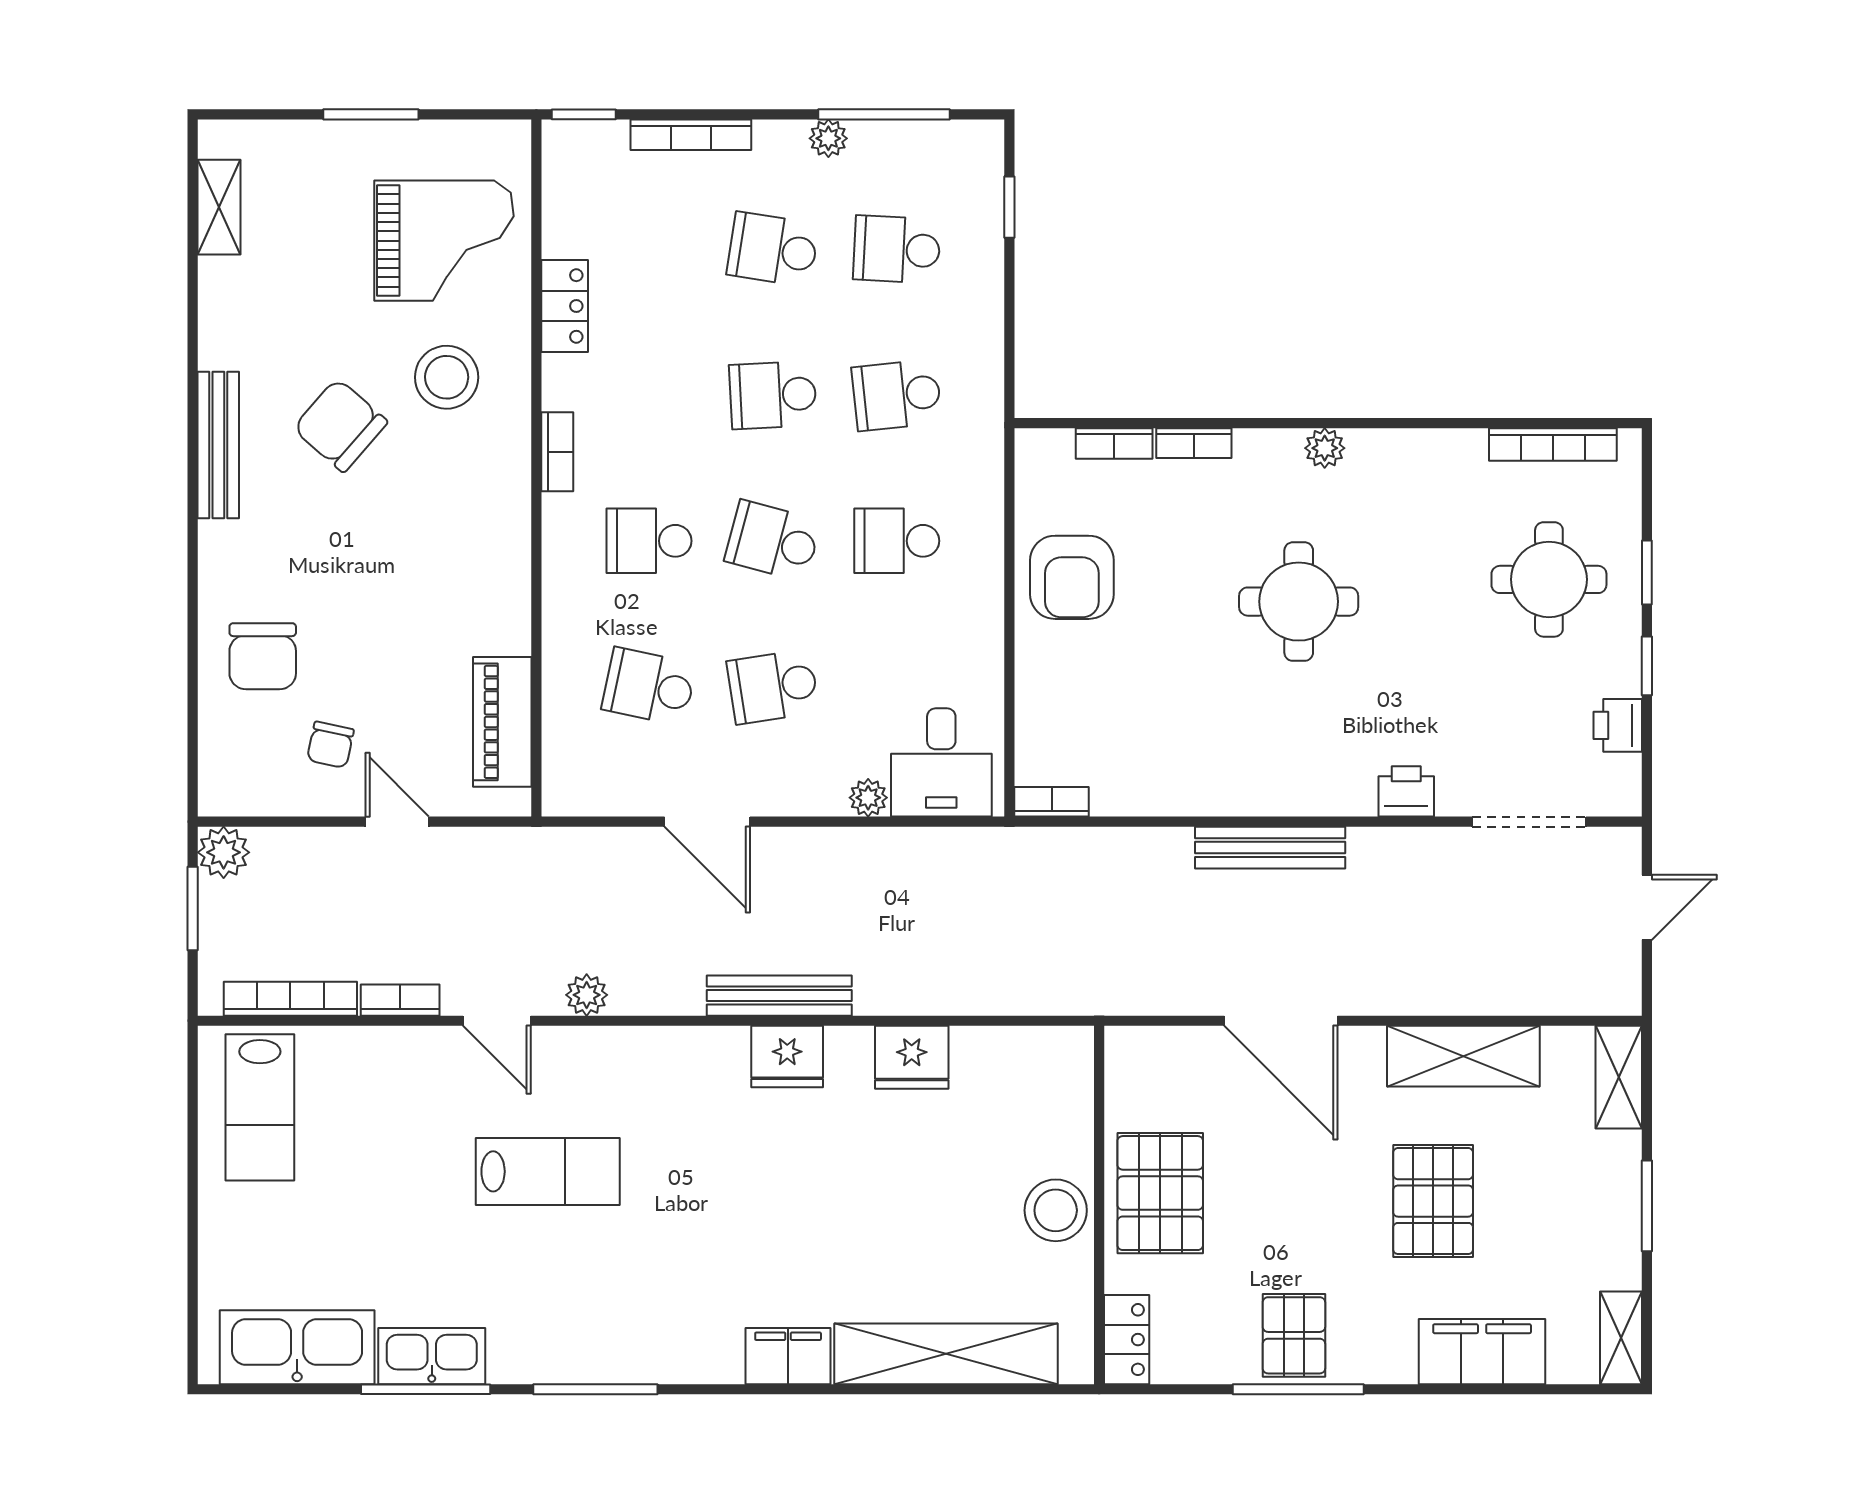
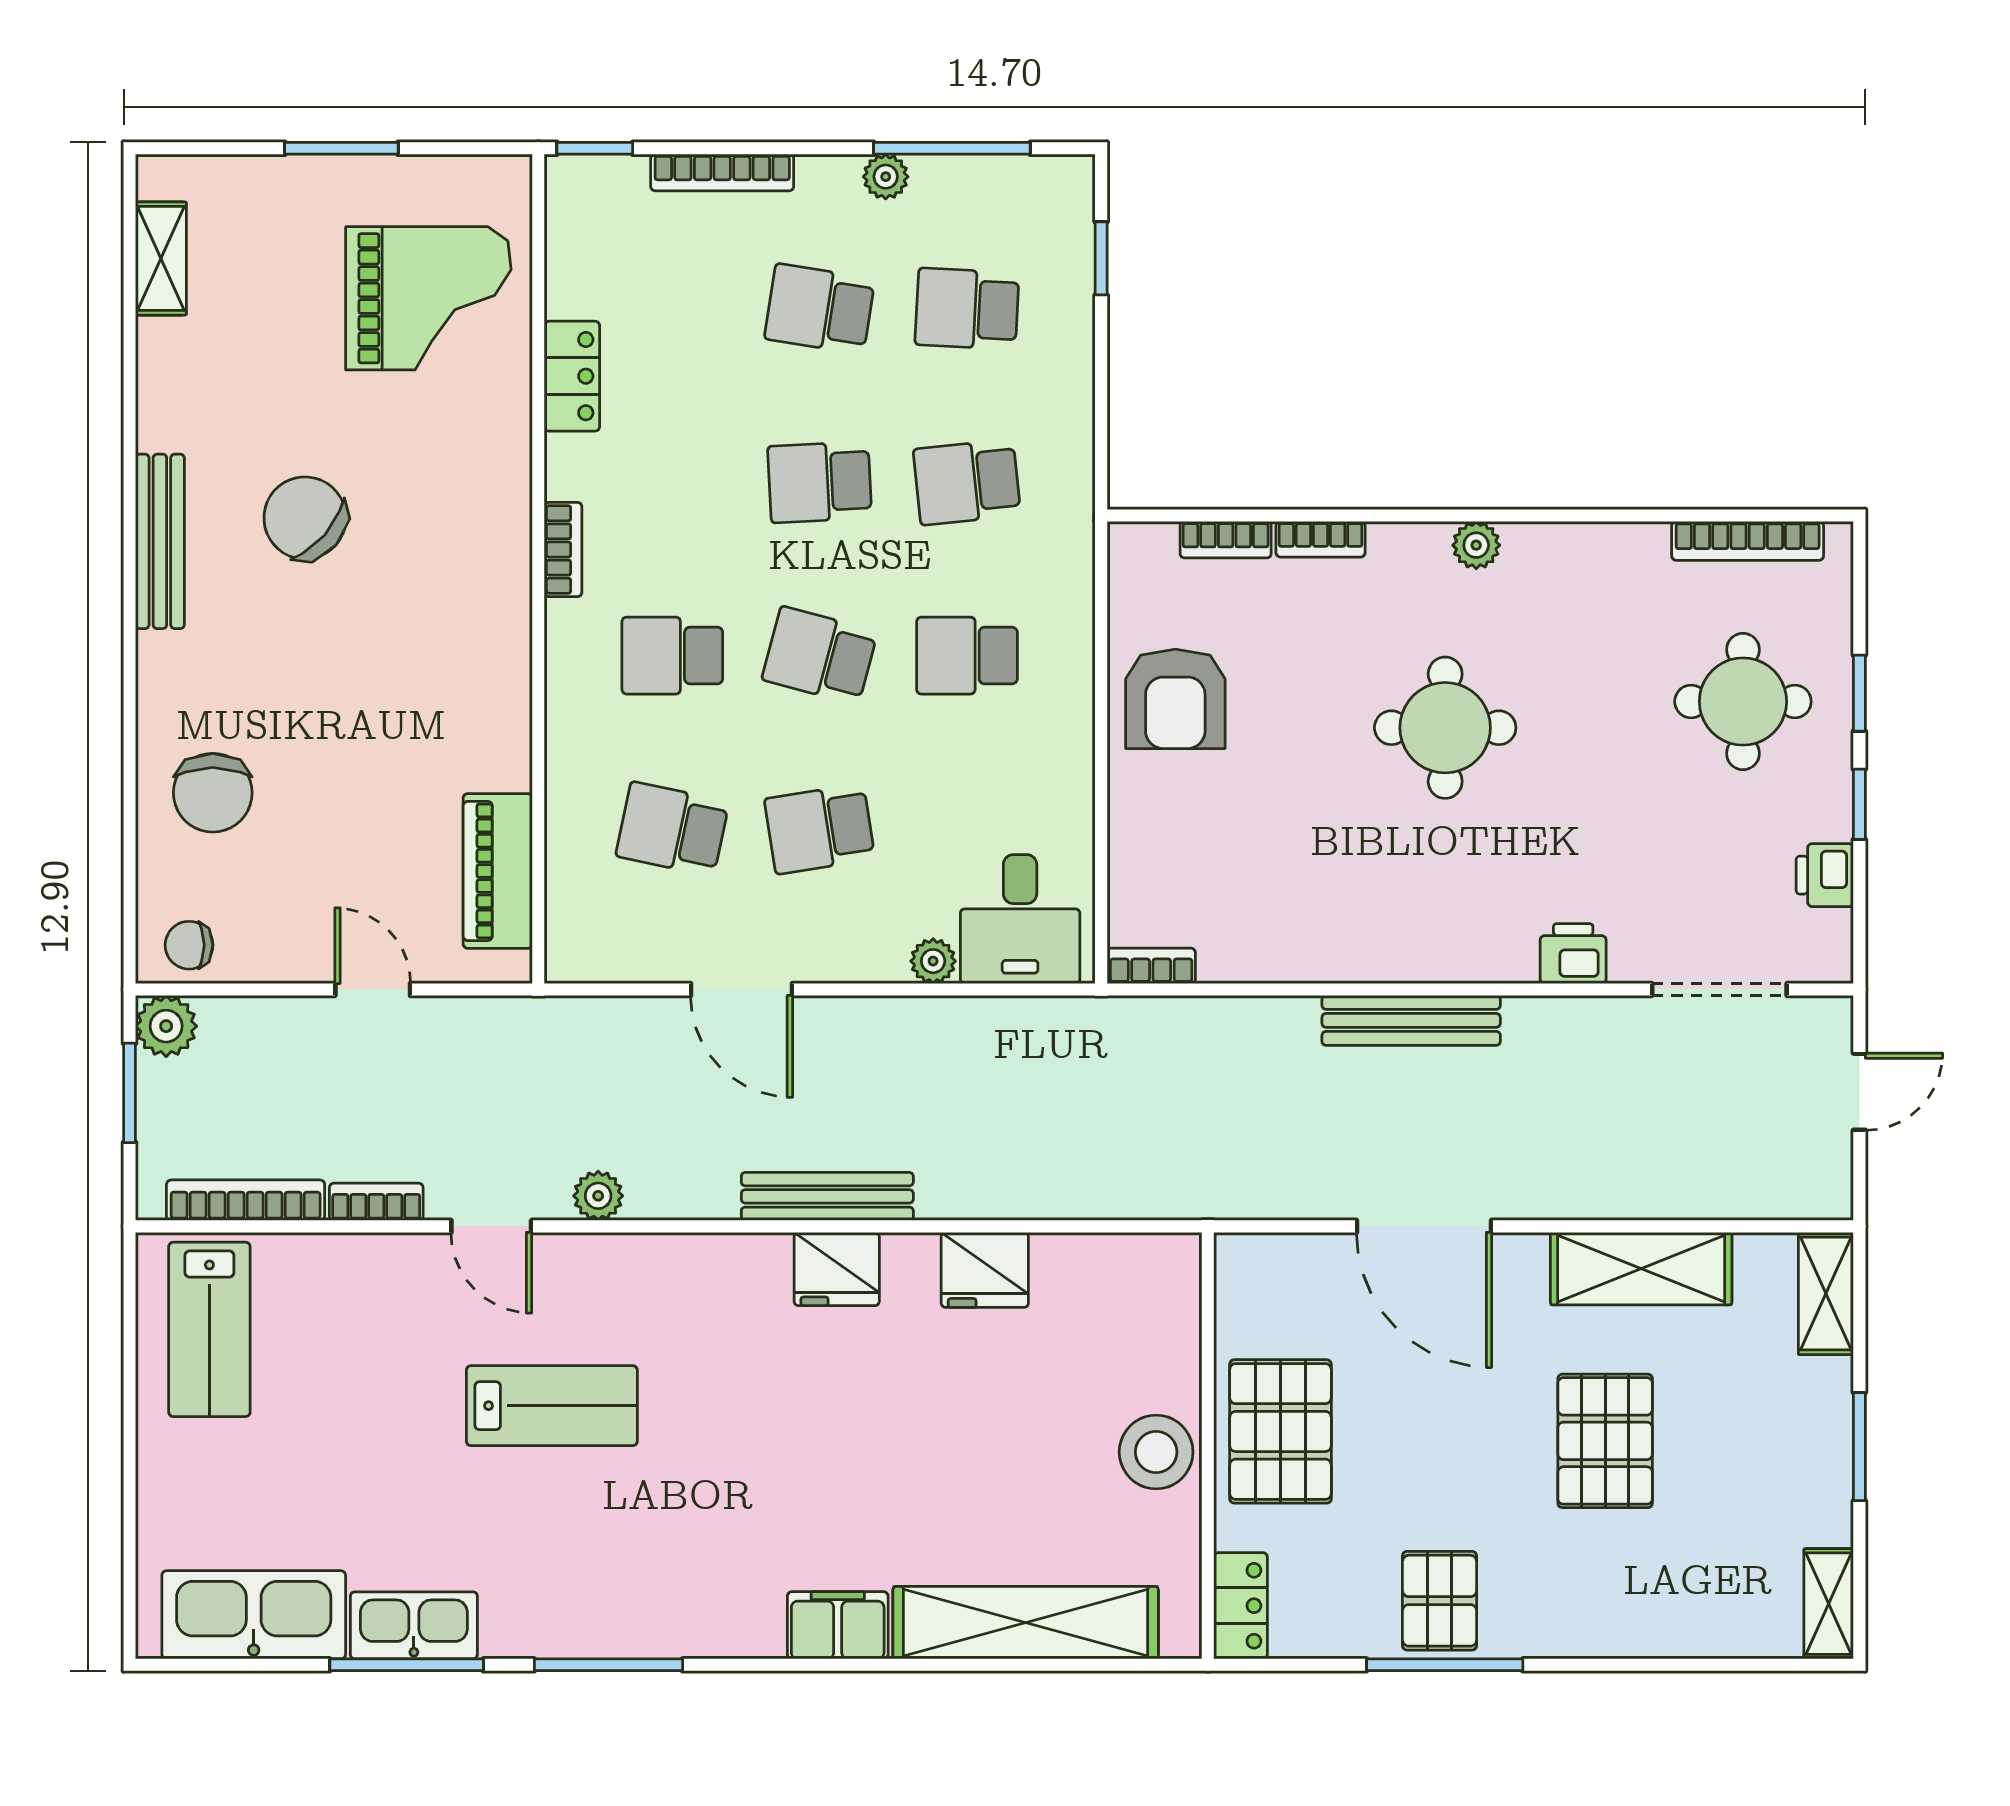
stool: (447, 377) -> (432, 461), removed
chair: (330, 745) -> (189, 945), moved, turned 78
filing cabinet: (1482, 1352) -> (1663, 1620), removed

